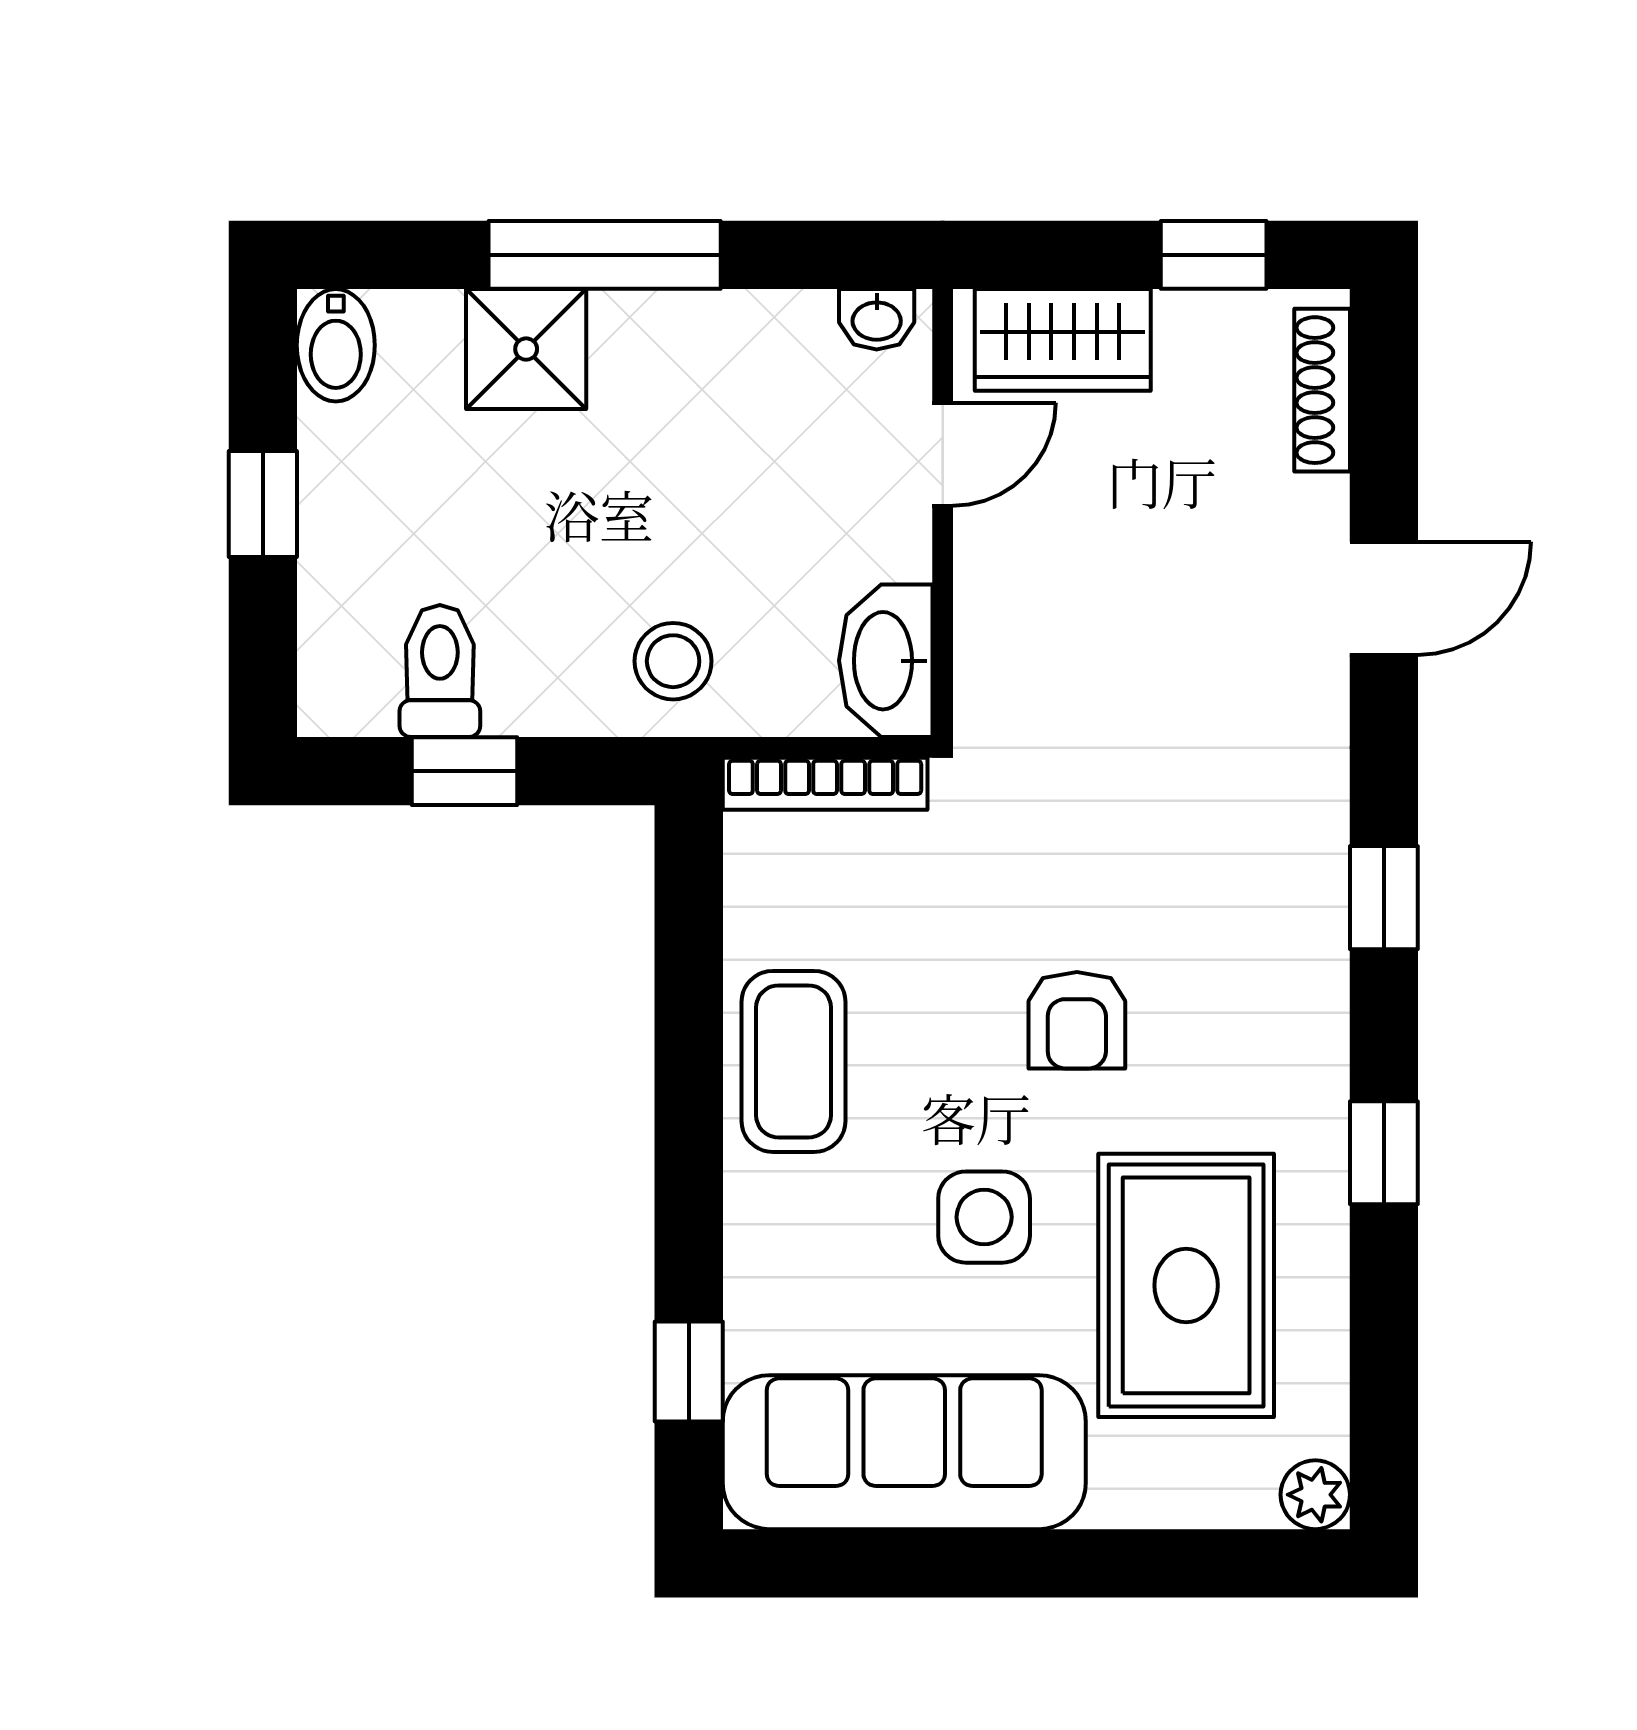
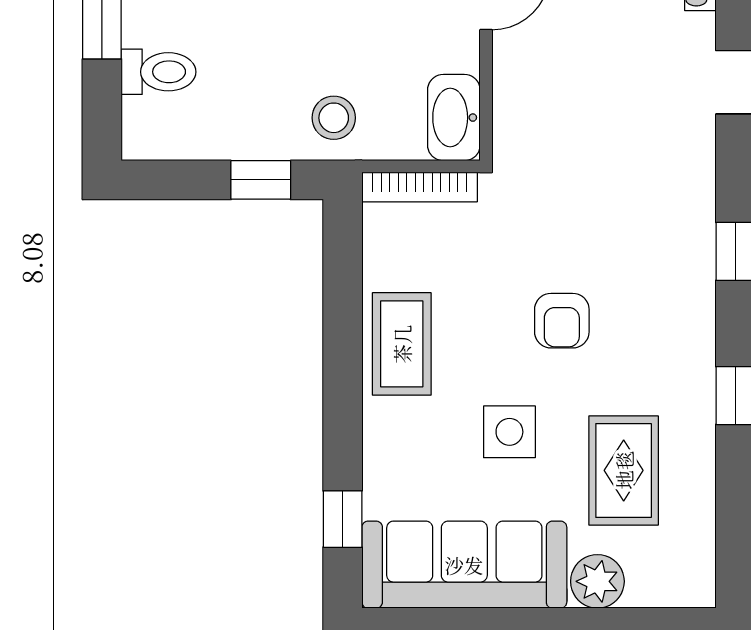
toilet: (440, 671) -> (159, 72), moved, turned 90
window: (464, 771) -> (261, 180), moved
rug: (1186, 1285) -> (624, 470), width x0.73, depth x0.70
plant: (1315, 1495) -> (597, 581), moved, width x1.38, depth x1.38

